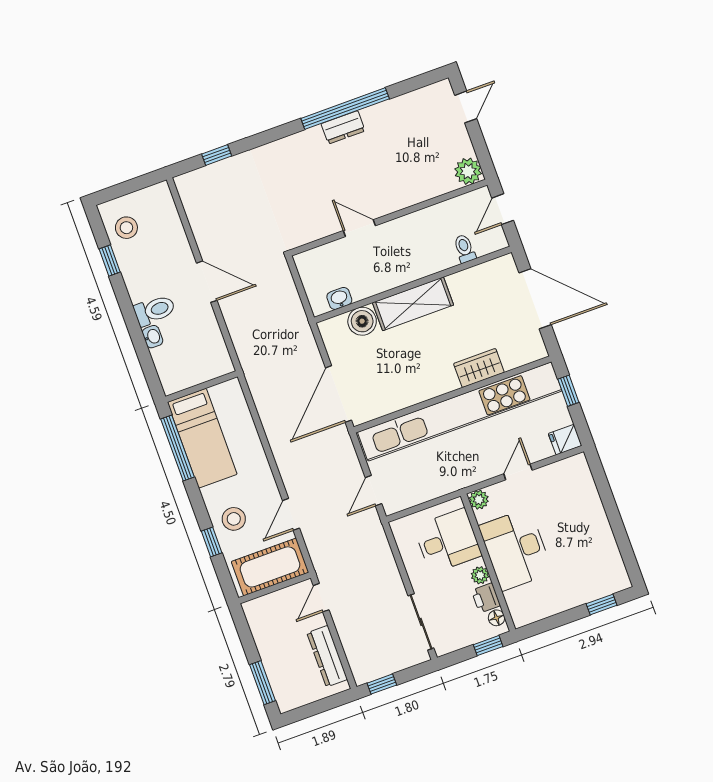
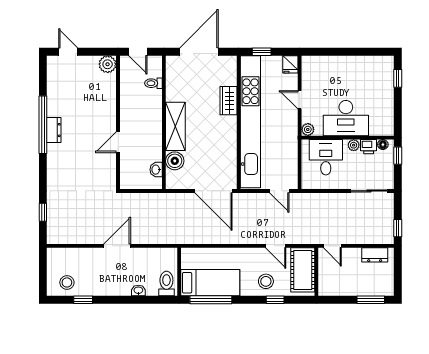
toilet: (155, 310) -> (166, 284), moved
dresser: (327, 656) -> (375, 255), width x0.70

